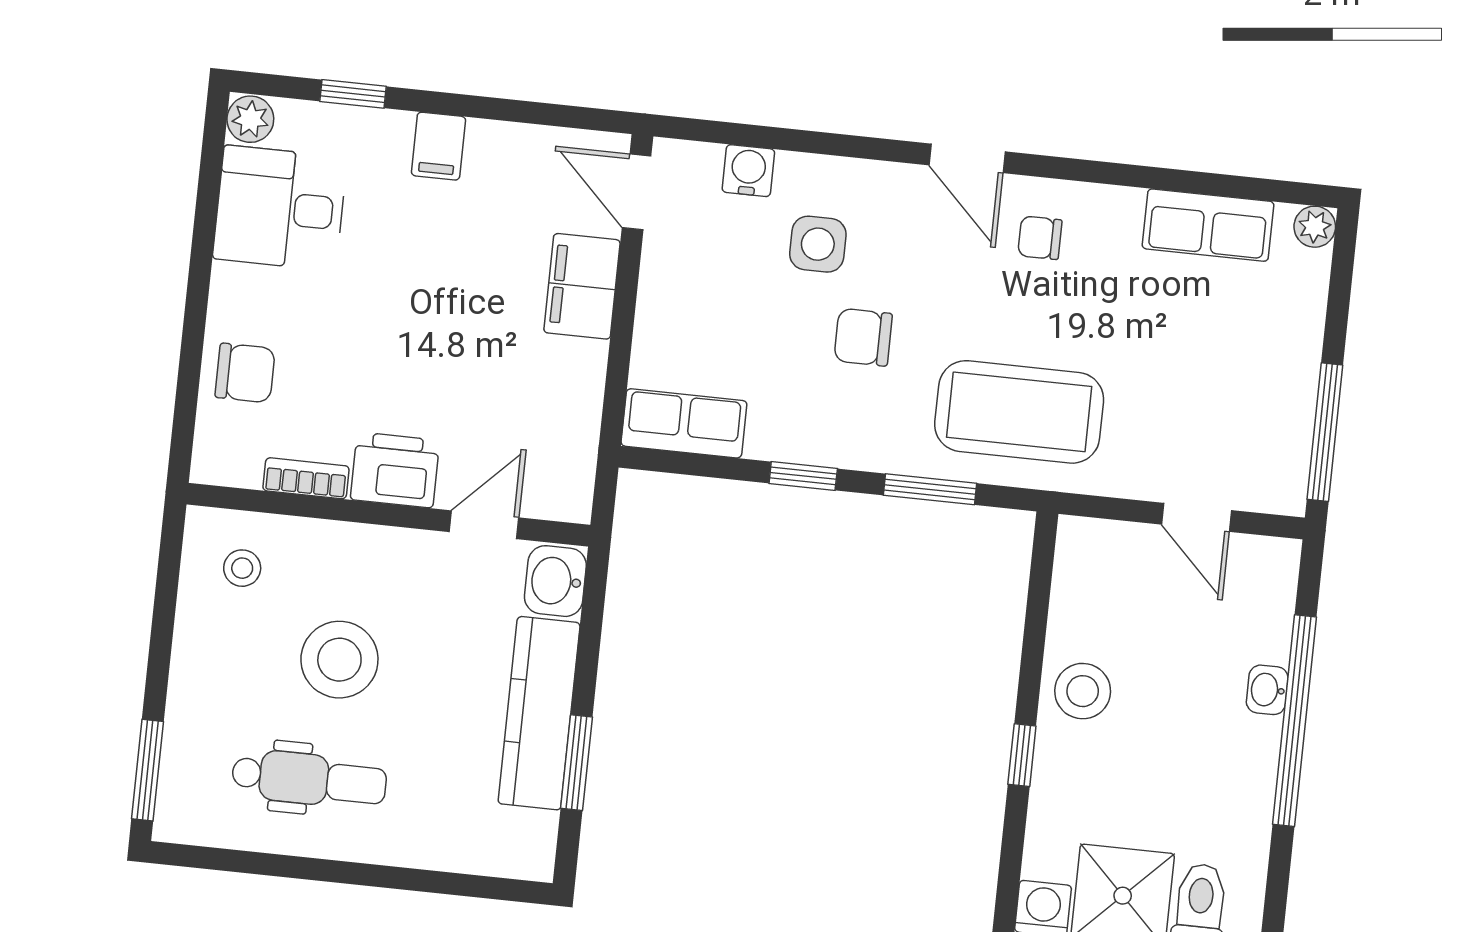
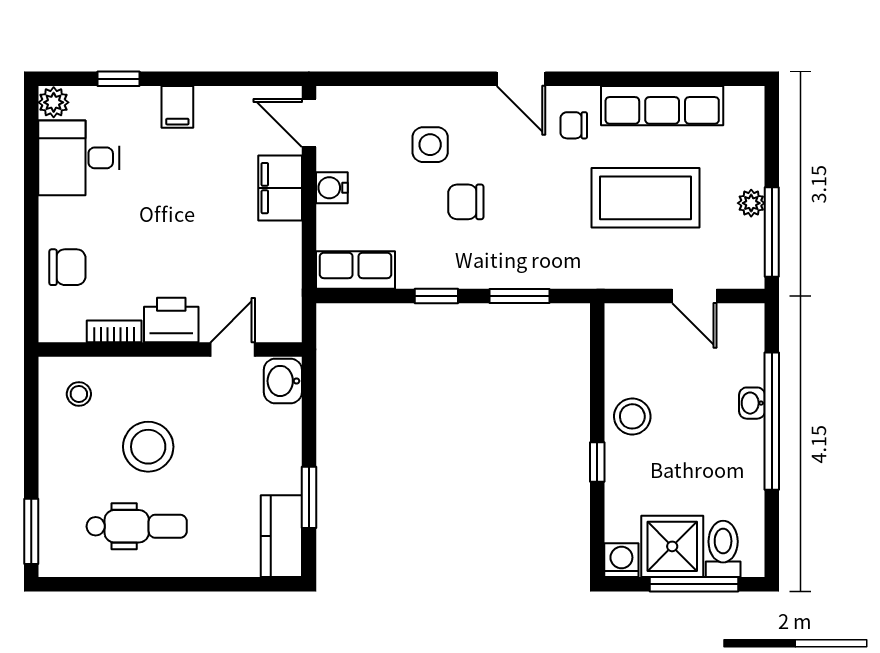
water cooler: (748, 171) -> (332, 188), moved, turned -90
row of seats: (1208, 225) -> (662, 106), width x1.48
plant: (1315, 227) -> (751, 203), moved
coffee table: (1019, 412) -> (645, 198), moved
kitchen counter: (539, 713) -> (281, 536), moved, width x0.67

